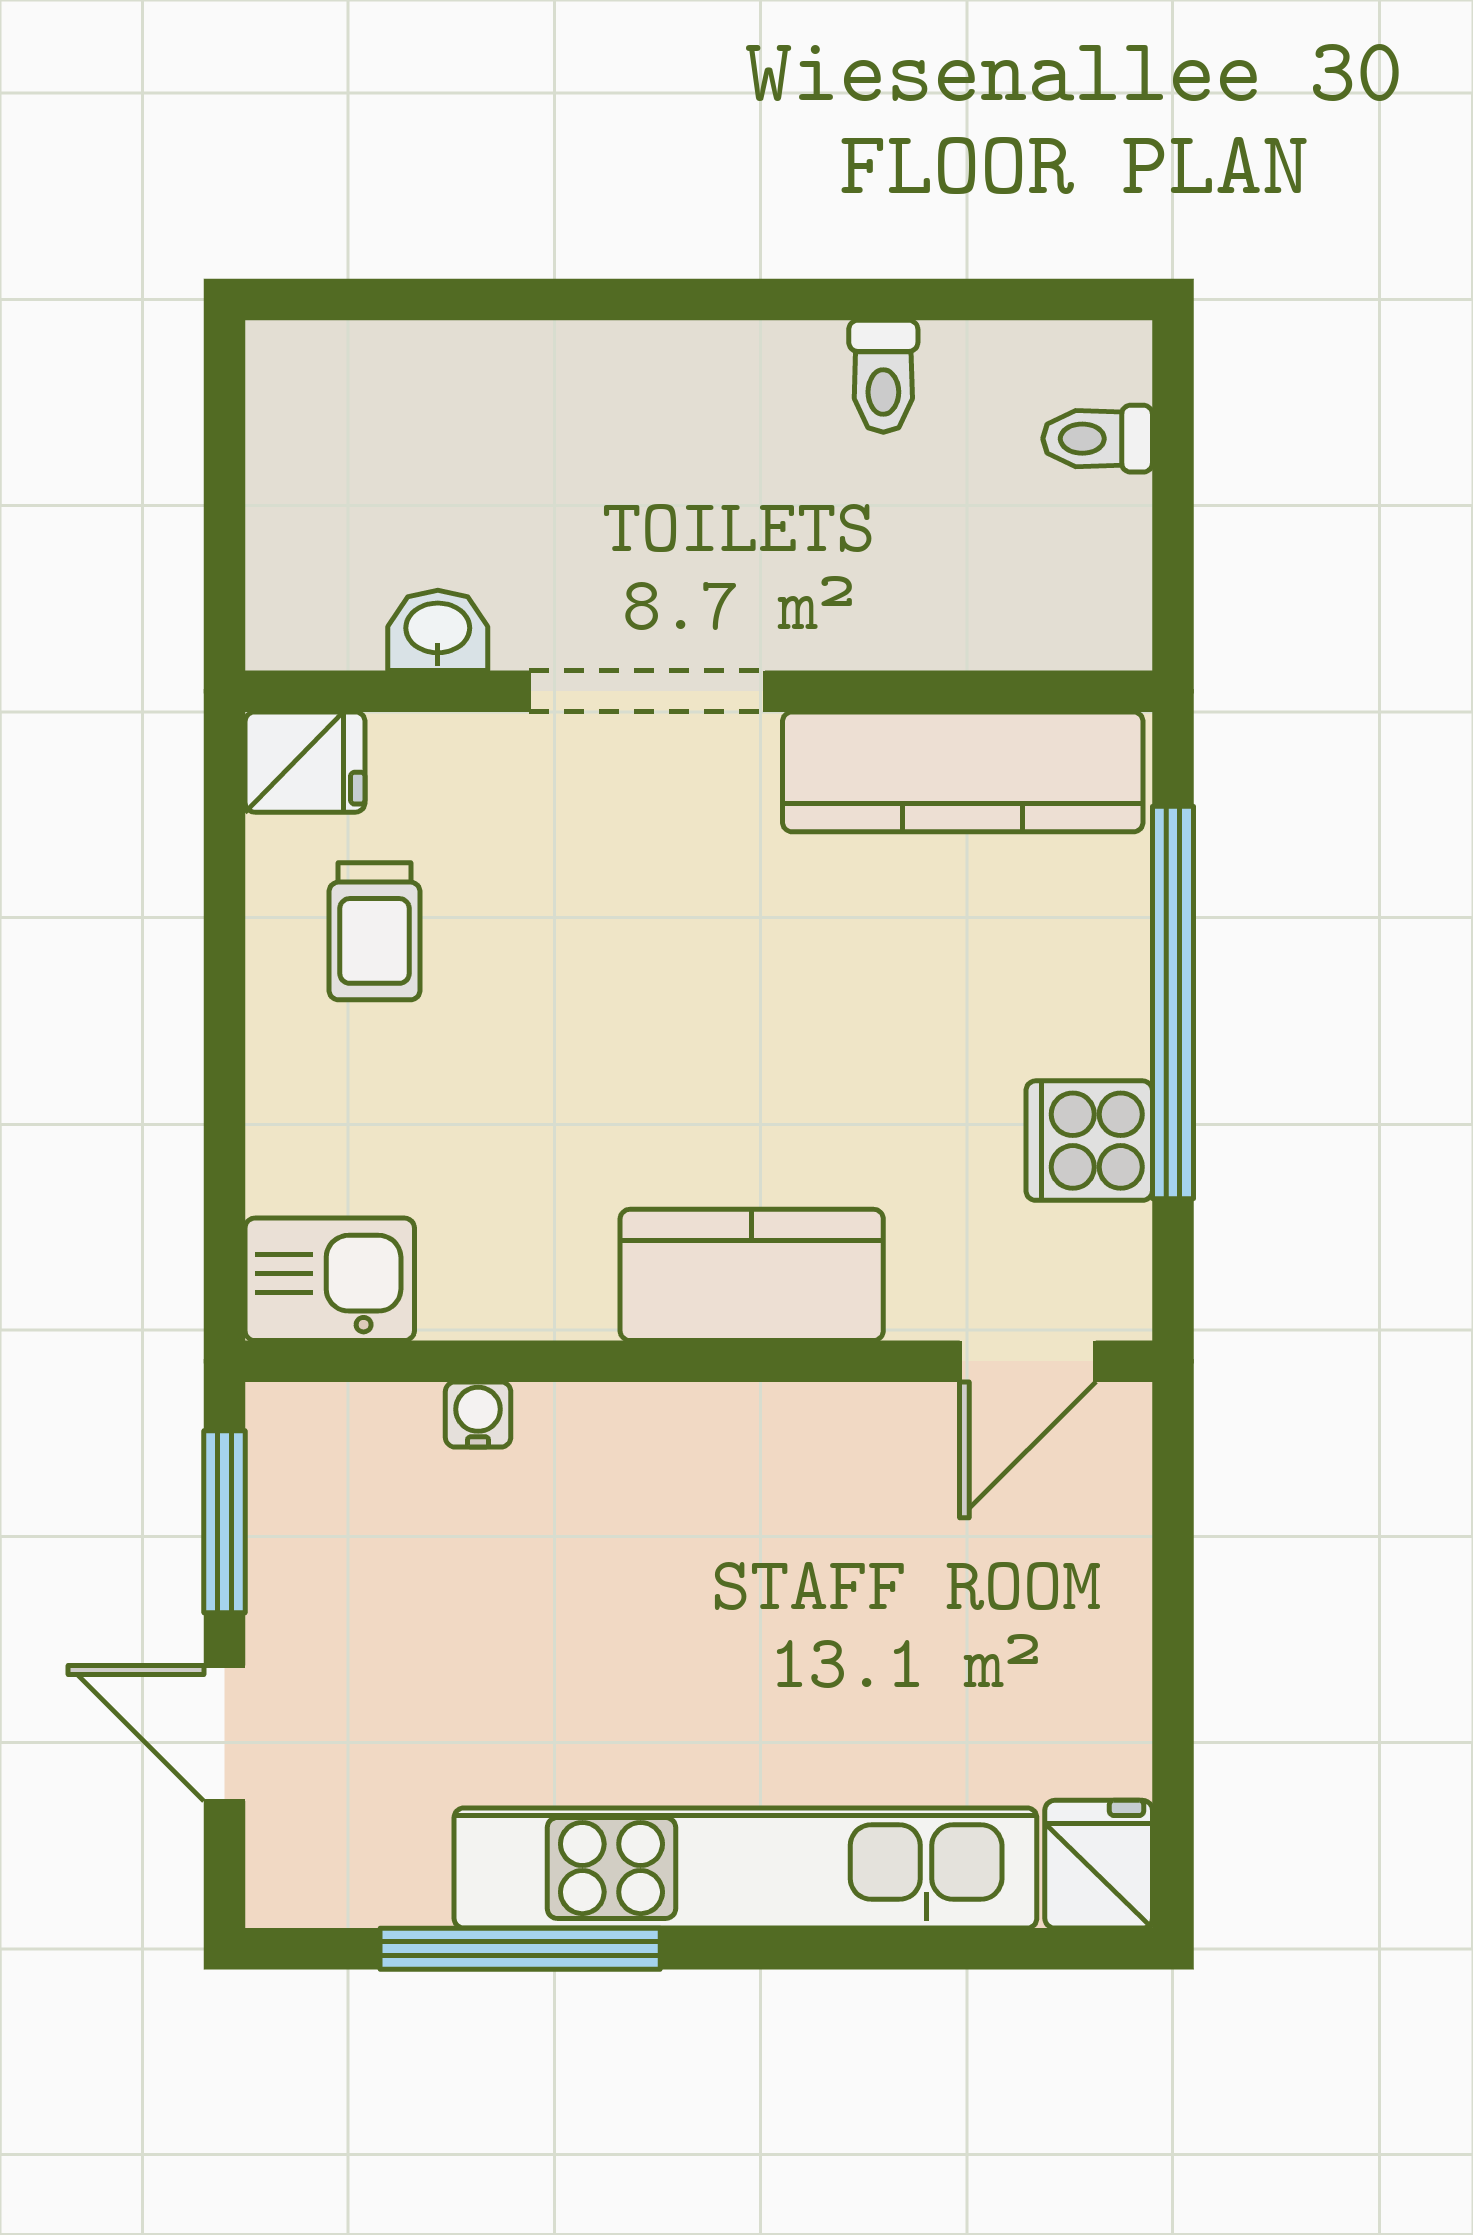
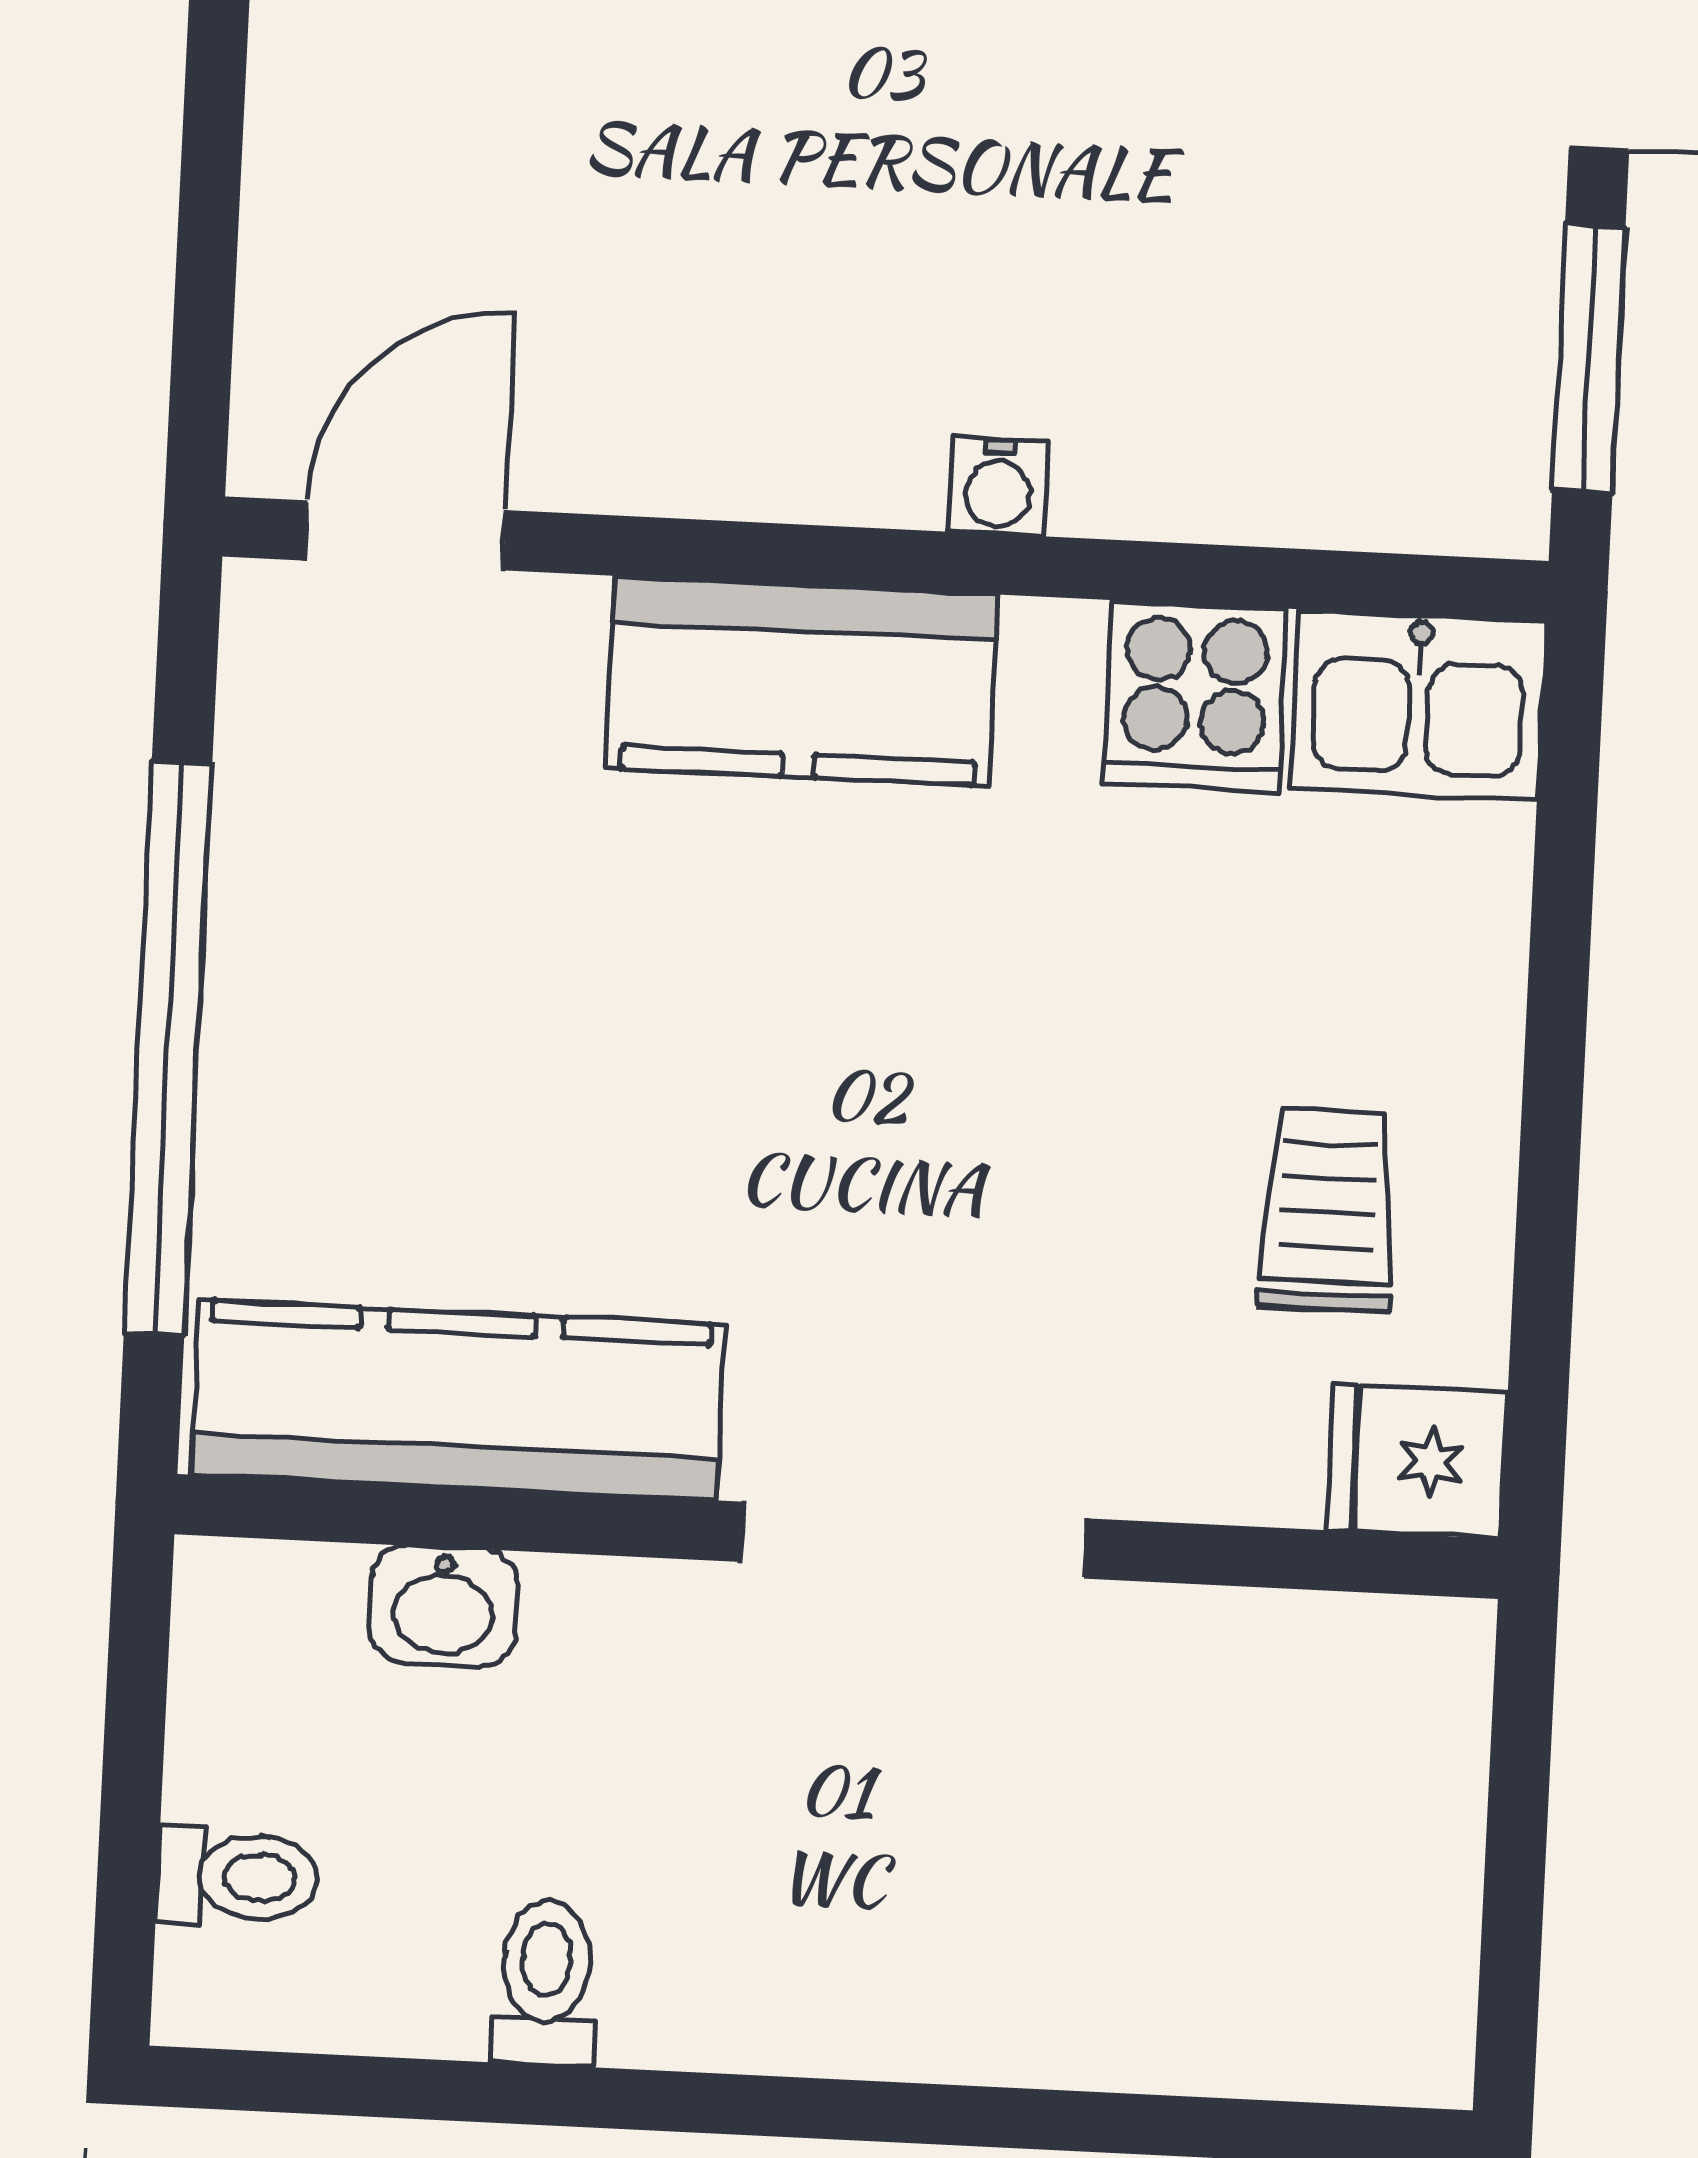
washbasin: (438, 630) -> (443, 1606), moved
cooker: (1089, 1141) -> (1195, 696), moved, turned 90
water cooler: (478, 1414) -> (998, 486), moved

